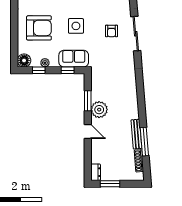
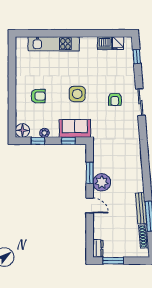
armchair: (39, 28) -> (38, 96), width x0.53, depth x0.53
sliding door: (136, 34) -> (140, 102), width x0.73

